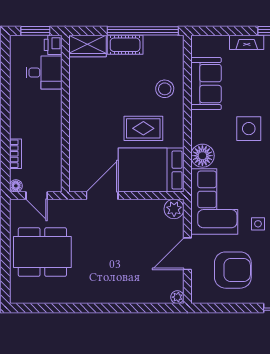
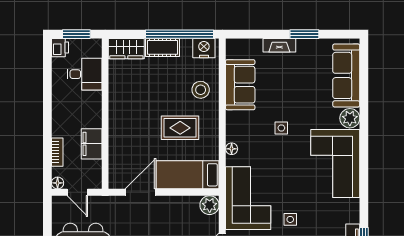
printer: (53, 45) -> (60, 48), moved, turned 180
nightstand: (168, 45) -> (204, 48), added
side table: (249, 129) -> (281, 128), width x0.54, depth x0.54
filing cabinet: (51, 145) -> (92, 144), added
floor lamp: (202, 156) -> (232, 149), width x0.53, depth x0.53
bed: (151, 170) -> (188, 175), width x0.67

